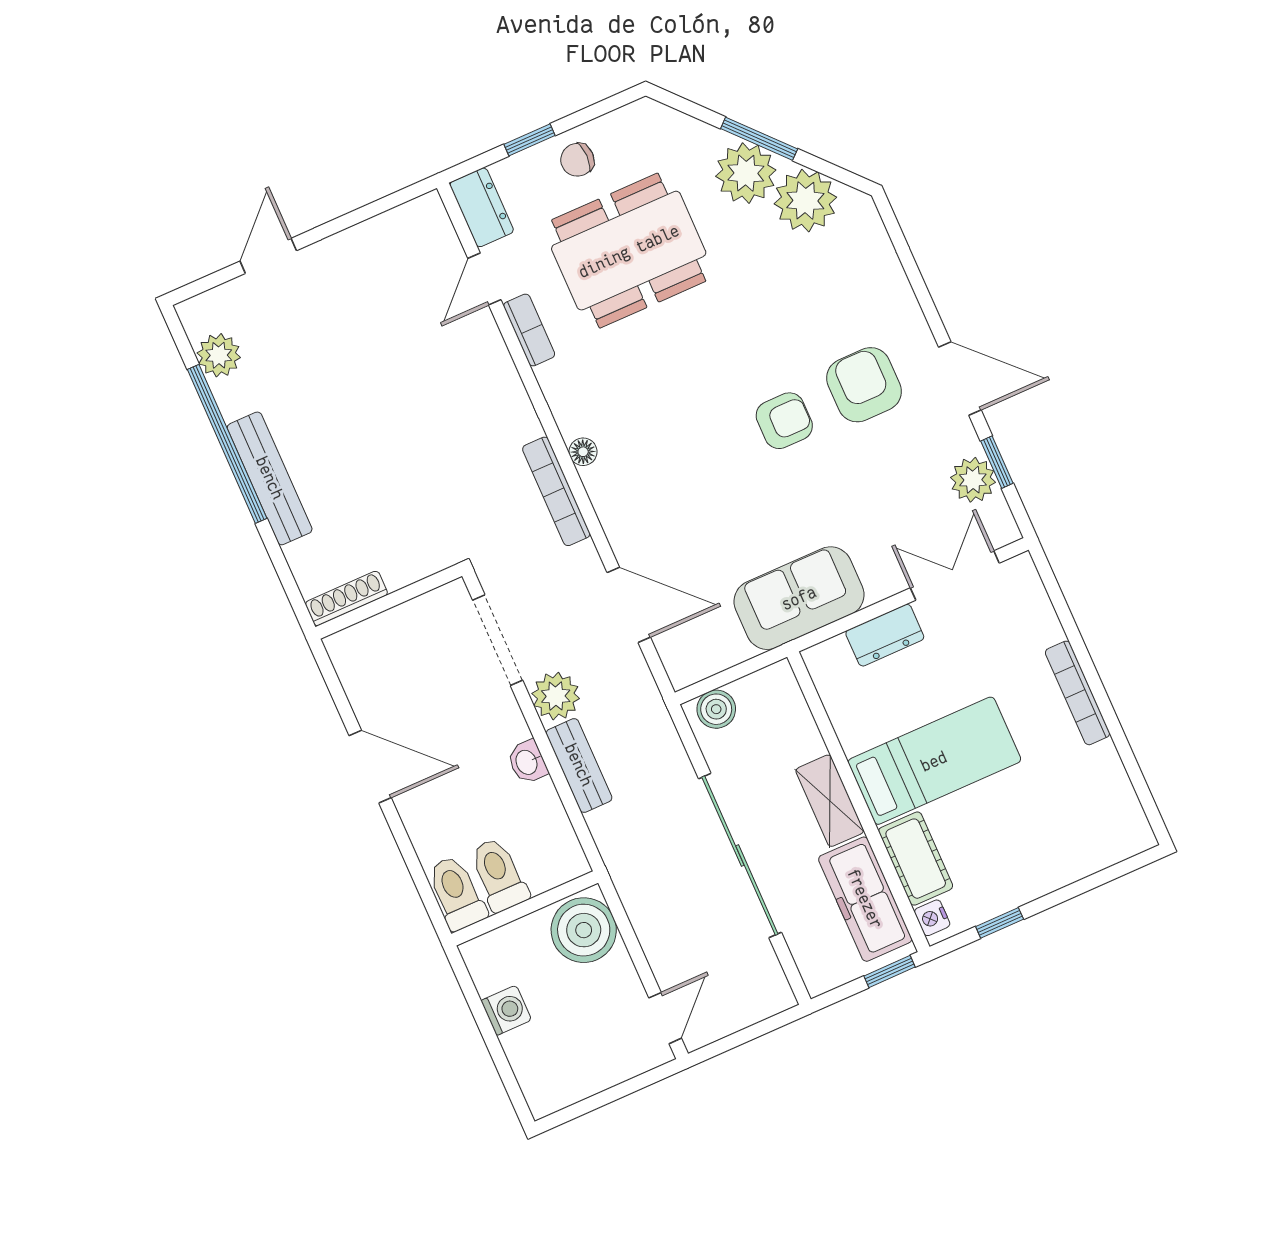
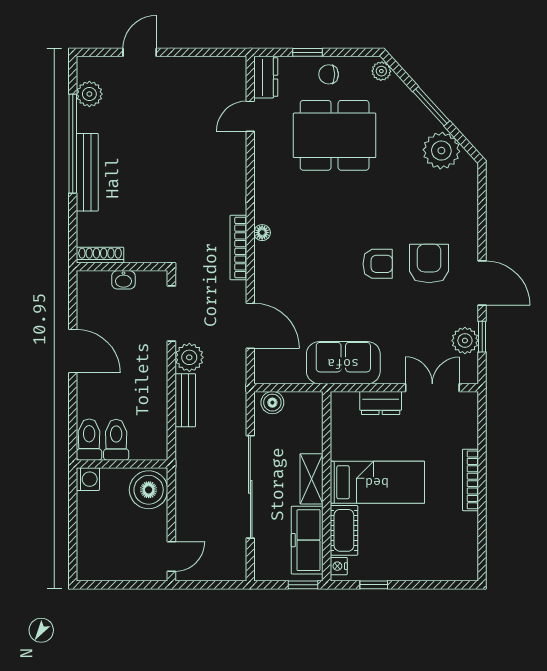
plant: (746, 173) -> (381, 71), moved, width x0.53, depth x0.53
bookcase: (529, 330) -> (262, 154), removed
washbasin: (527, 762) -> (123, 280), moved, turned -90
washing machine: (506, 1010) -> (88, 479), moved

